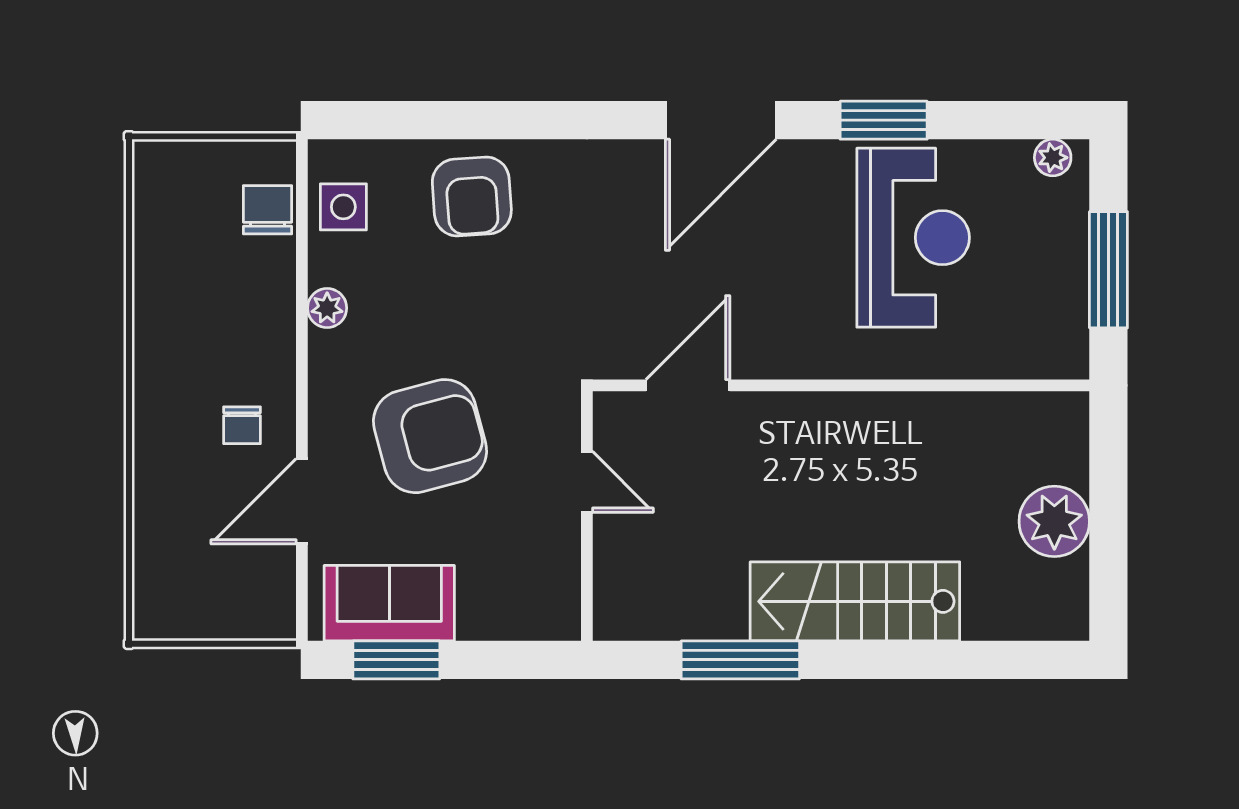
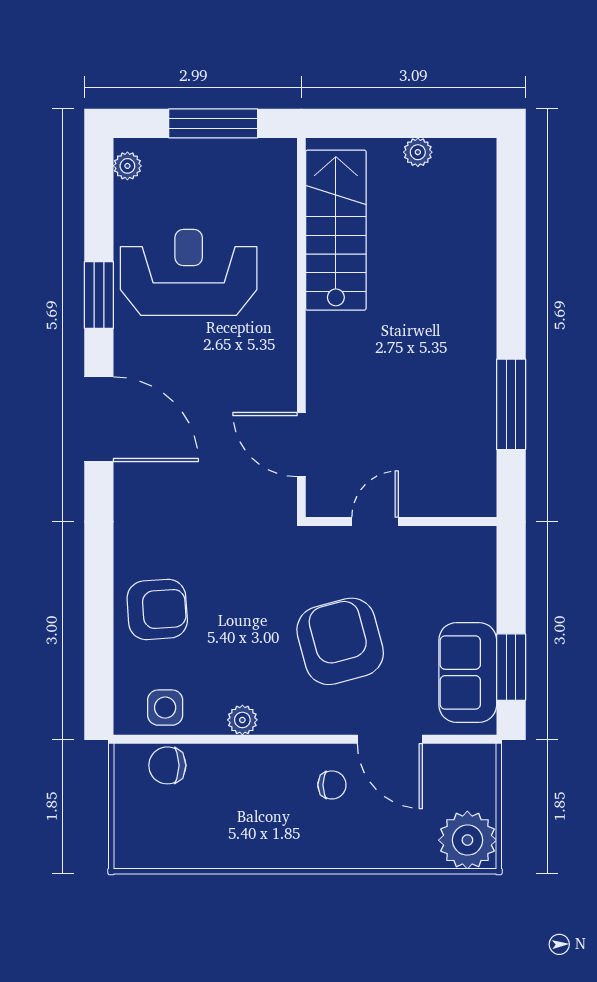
plant: (1054, 521) -> (418, 152), width x0.53, depth x0.53
stairs: (855, 601) -> (336, 230), moved, turned 180
plant: (170, 603) -> (467, 840), added

